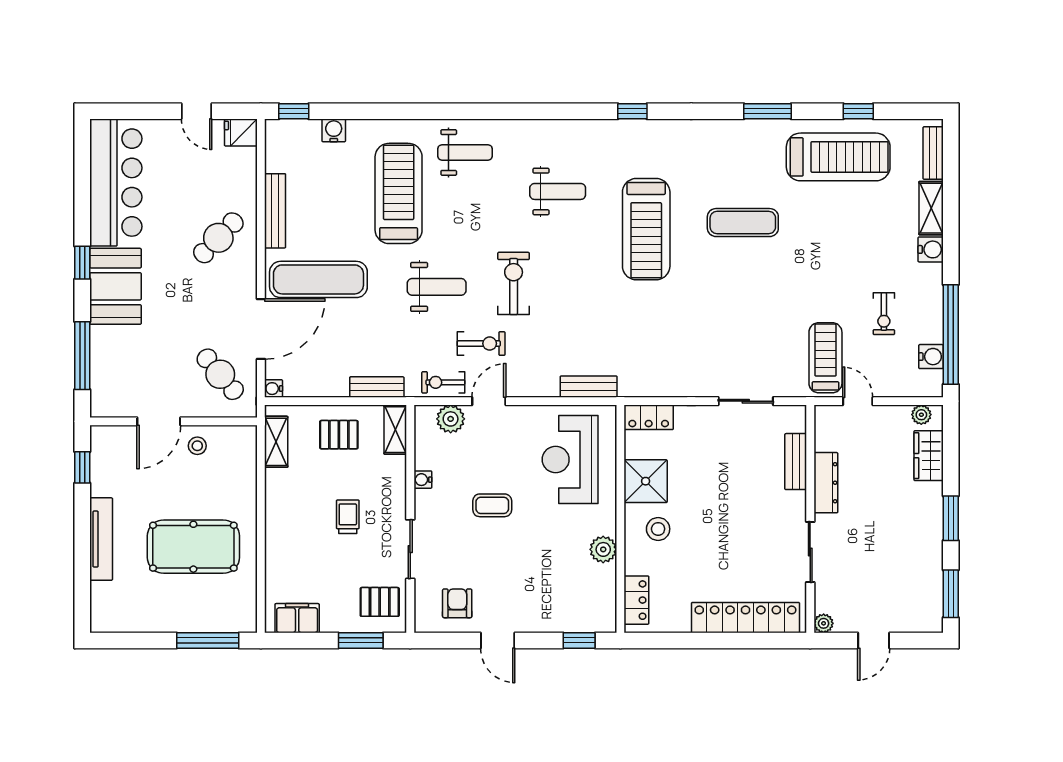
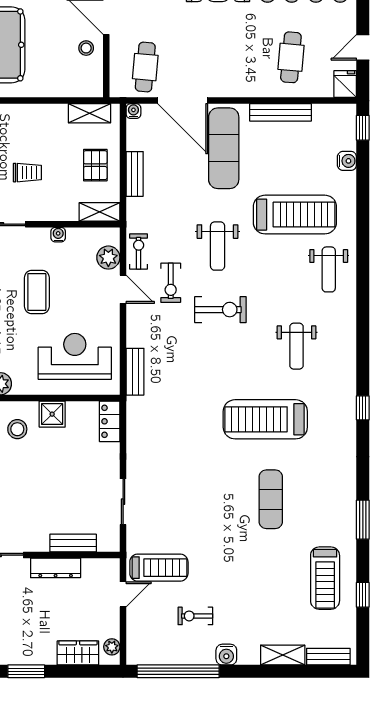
treadmill: (838, 157) -> (325, 578), width x0.73, depth x0.73
cafe table: (218, 238) -> (291, 57), moved, turned 51
water cooler: (931, 249) -> (226, 655), moved
water cooler: (931, 357) -> (160, 655), removed
cafe table: (220, 374) -> (145, 67), turned -45
bench: (377, 387) -> (135, 174), moved
shower: (646, 481) -> (52, 414), width x0.73, depth x0.73
coffee table: (492, 505) -> (37, 292), width x1.36, depth x1.30

